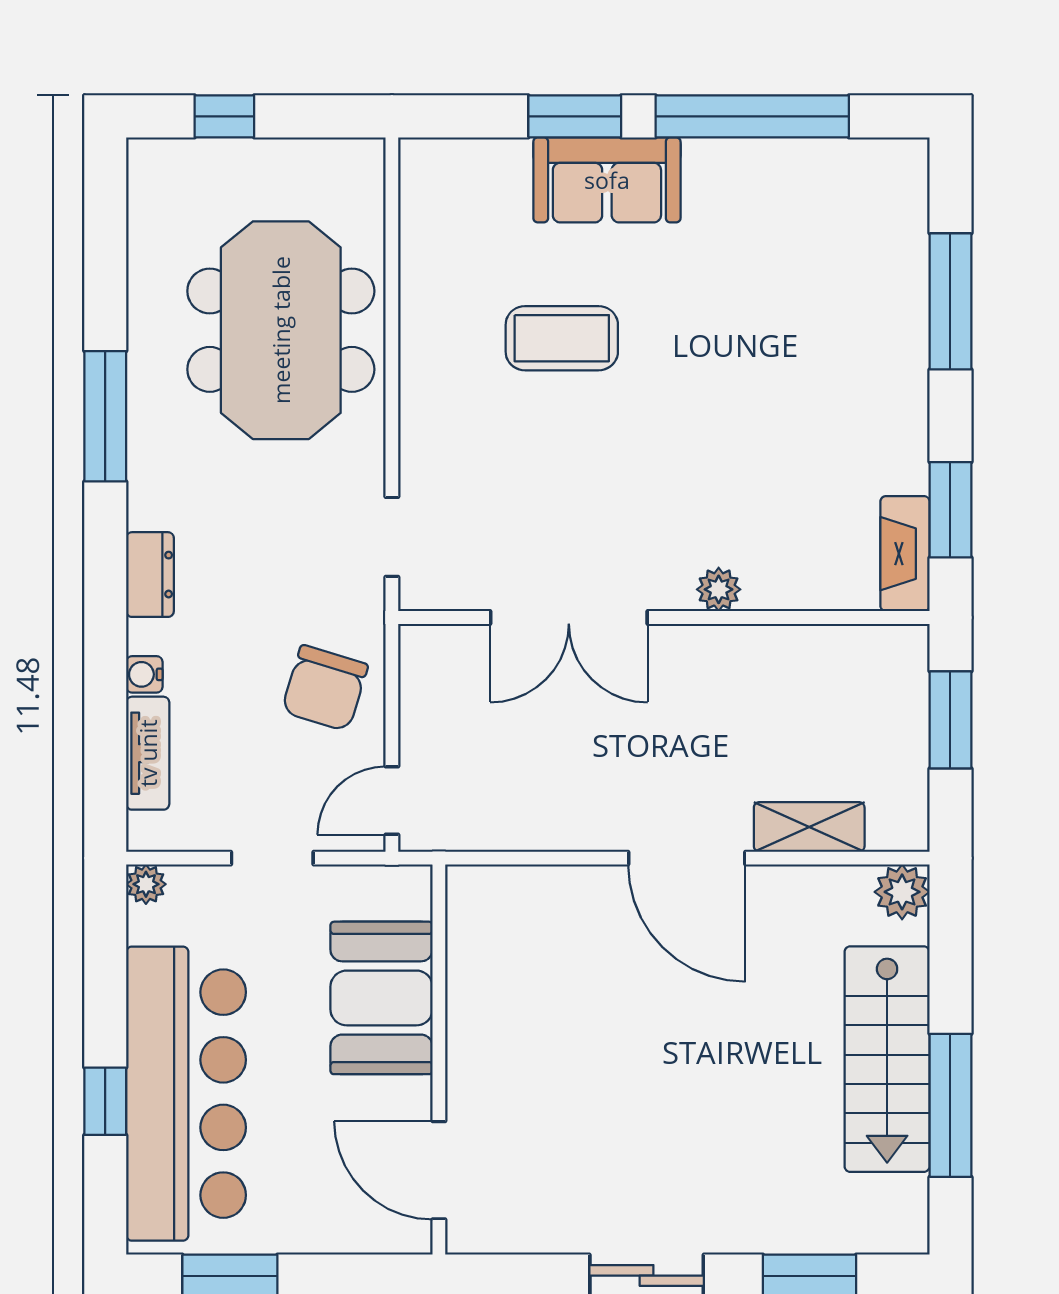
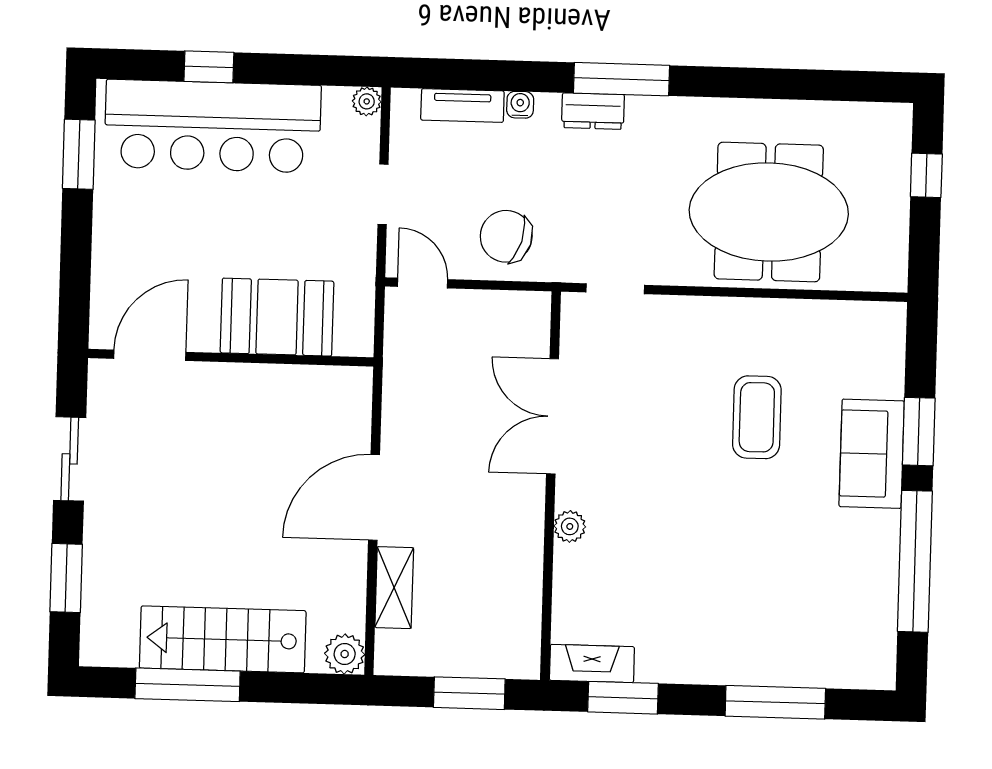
window: (105, 416) -> (621, 79), moved
booth: (382, 998) -> (277, 317), moved
wall: (439, 1059) -> (231, 358), moved
door: (439, 1170) -> (150, 355), moved

